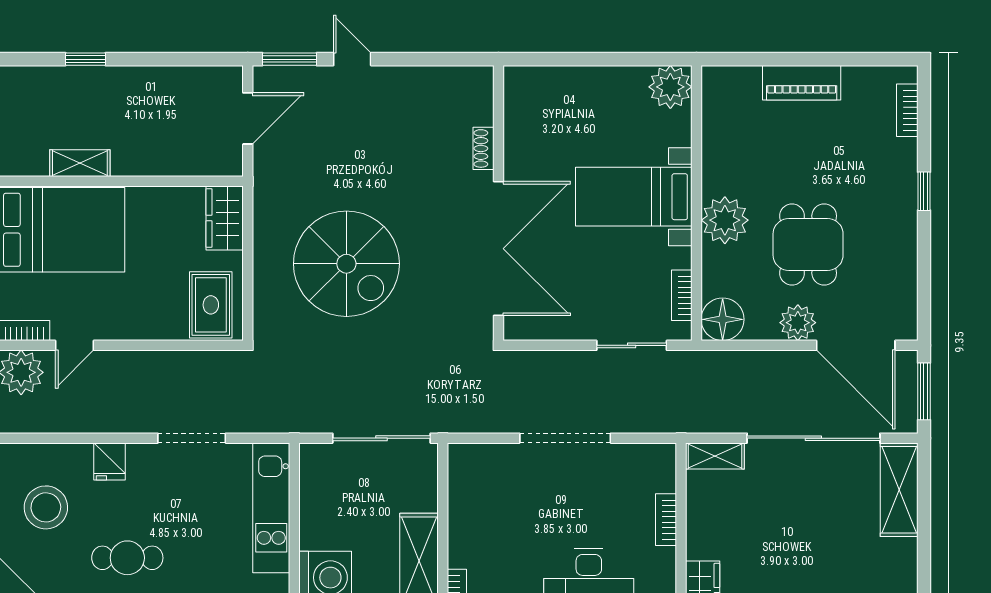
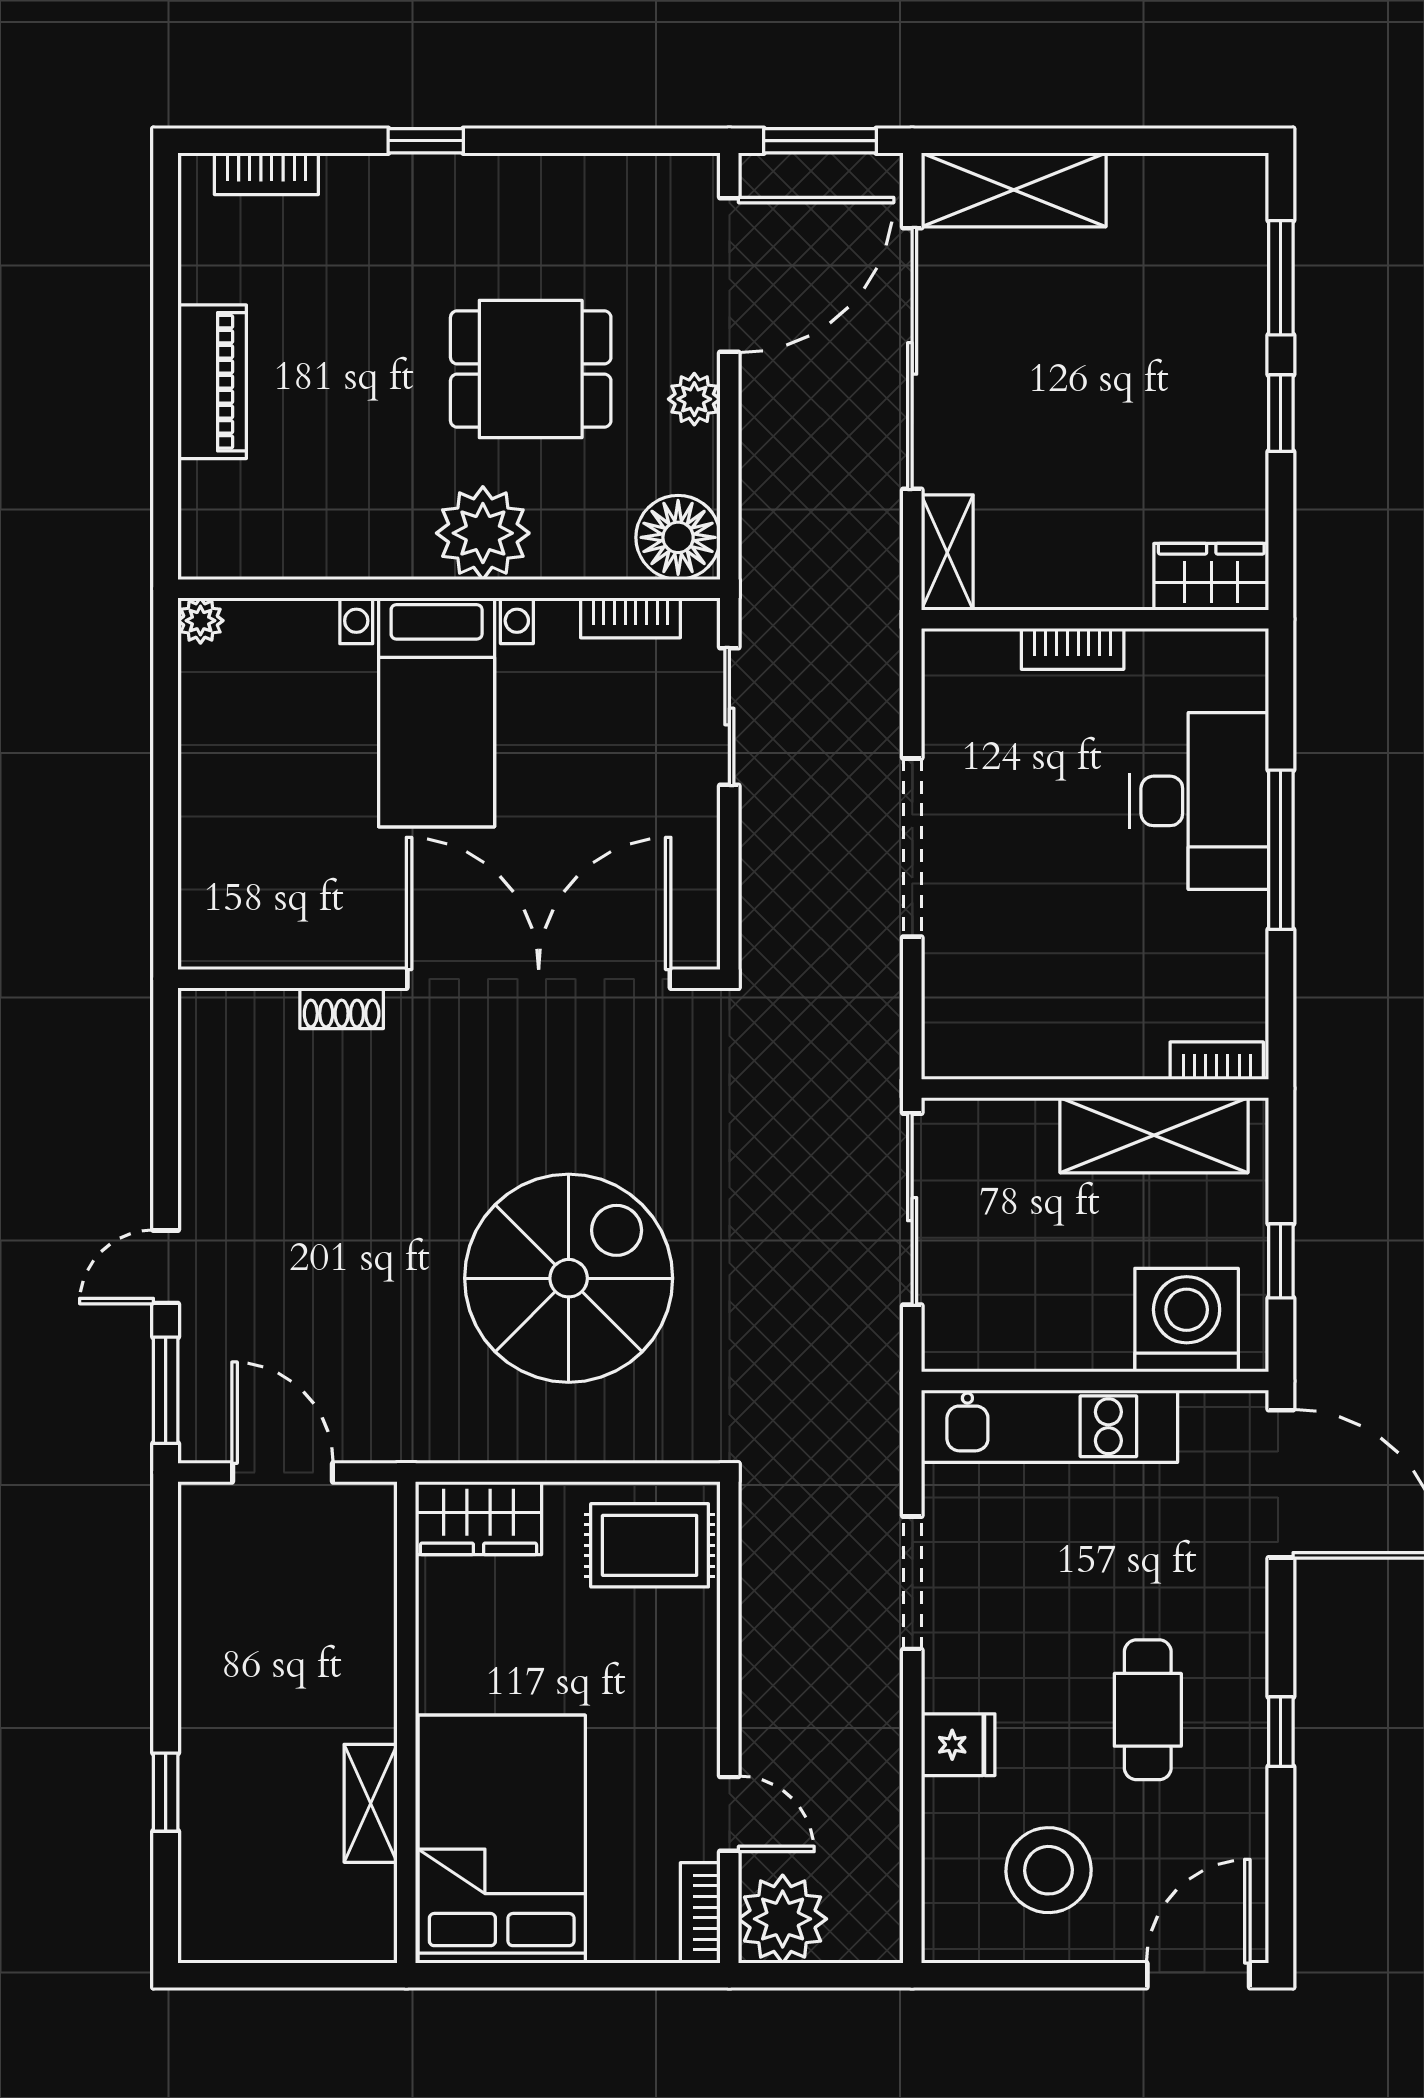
plant: (670, 87) -> (200, 621), width x0.53, depth x0.53
plant: (798, 323) -> (694, 399), width x0.73, depth x0.73

